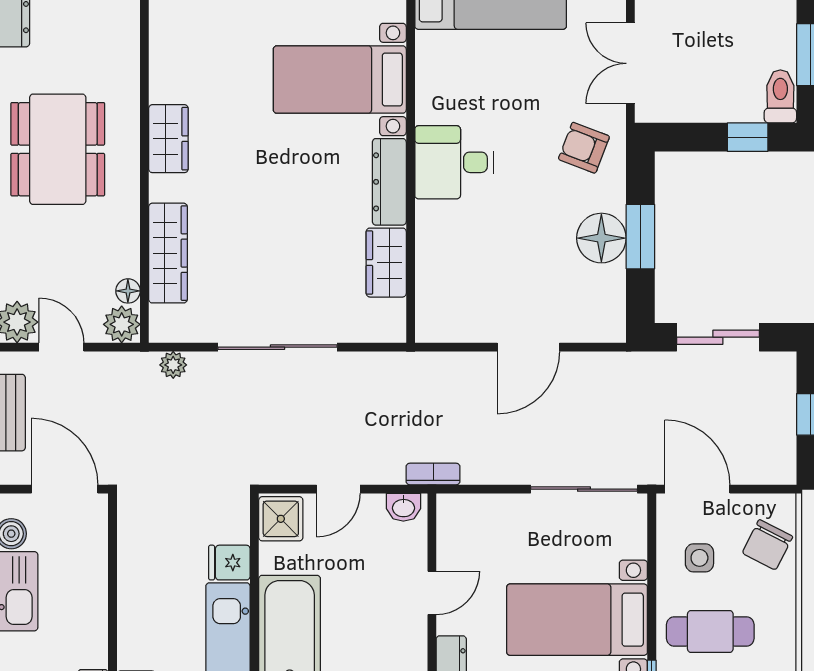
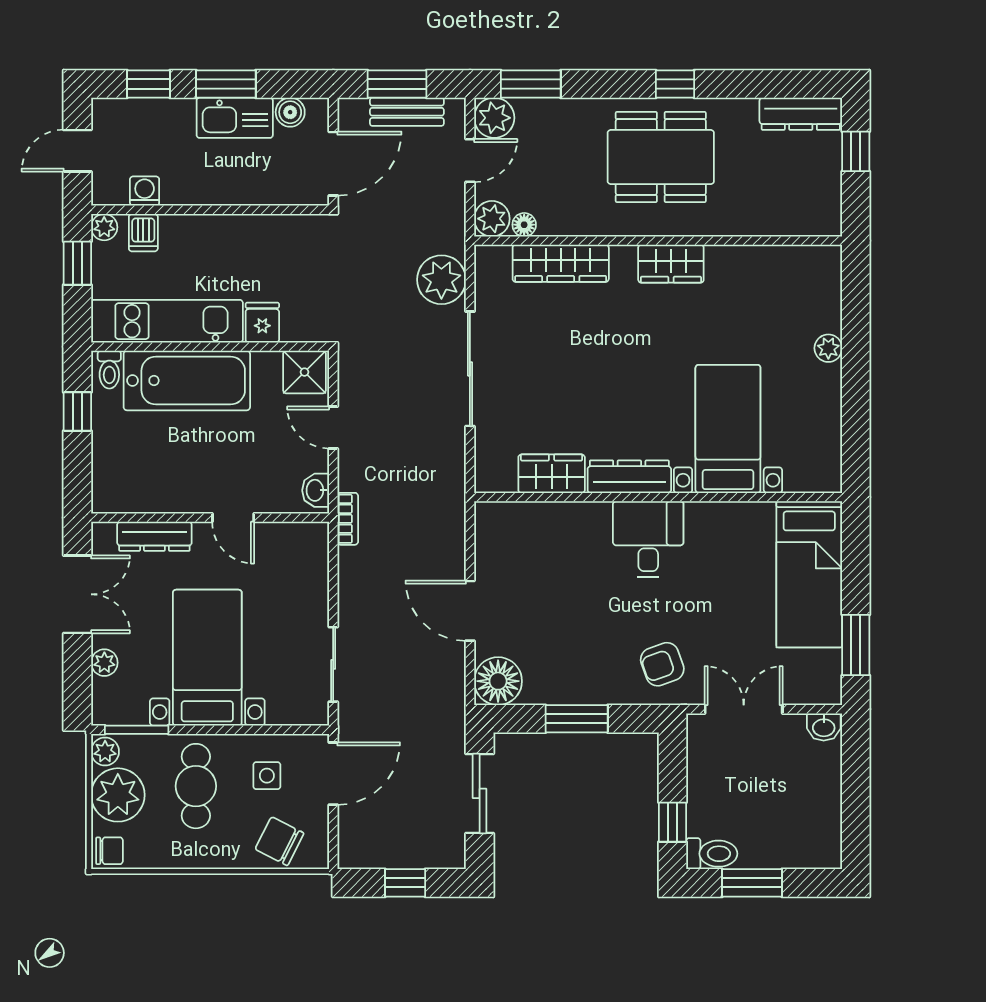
armchair: (584, 148) -> (662, 664), turned -131
floor lamp: (601, 238) -> (498, 681), moved
plant: (173, 365) -> (441, 280), width x1.88, depth x1.88
sliding door: (584, 489) -> (333, 664), width x0.73

